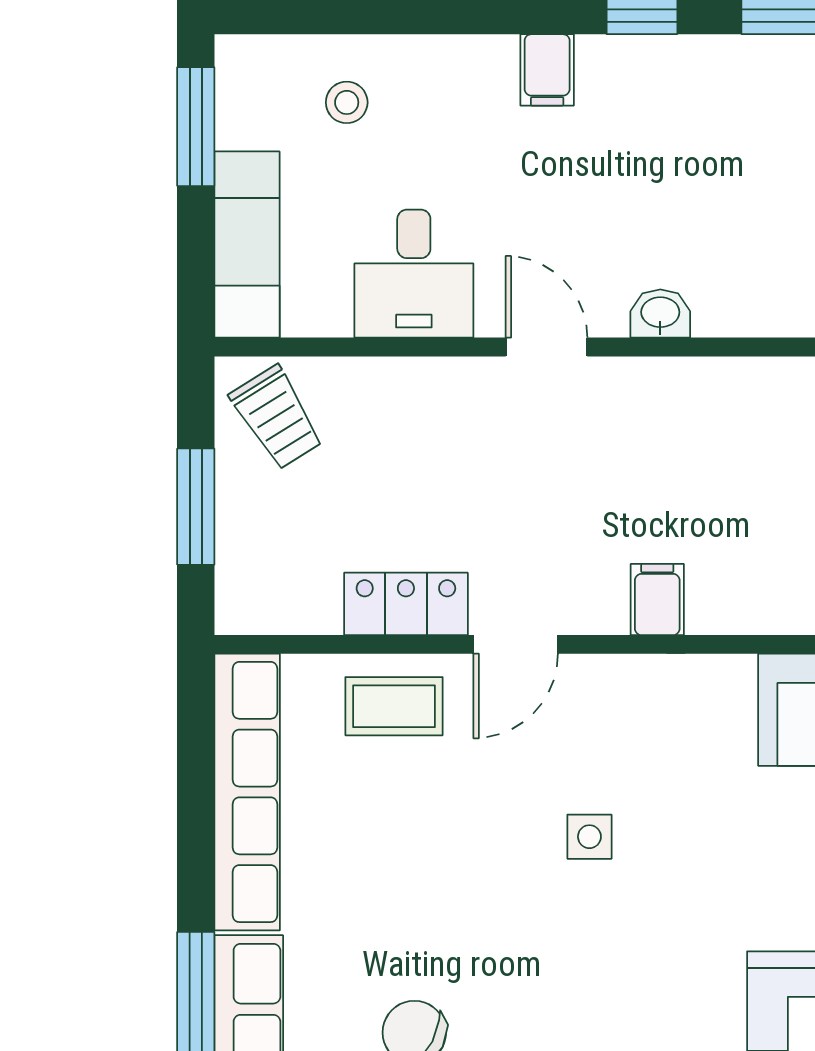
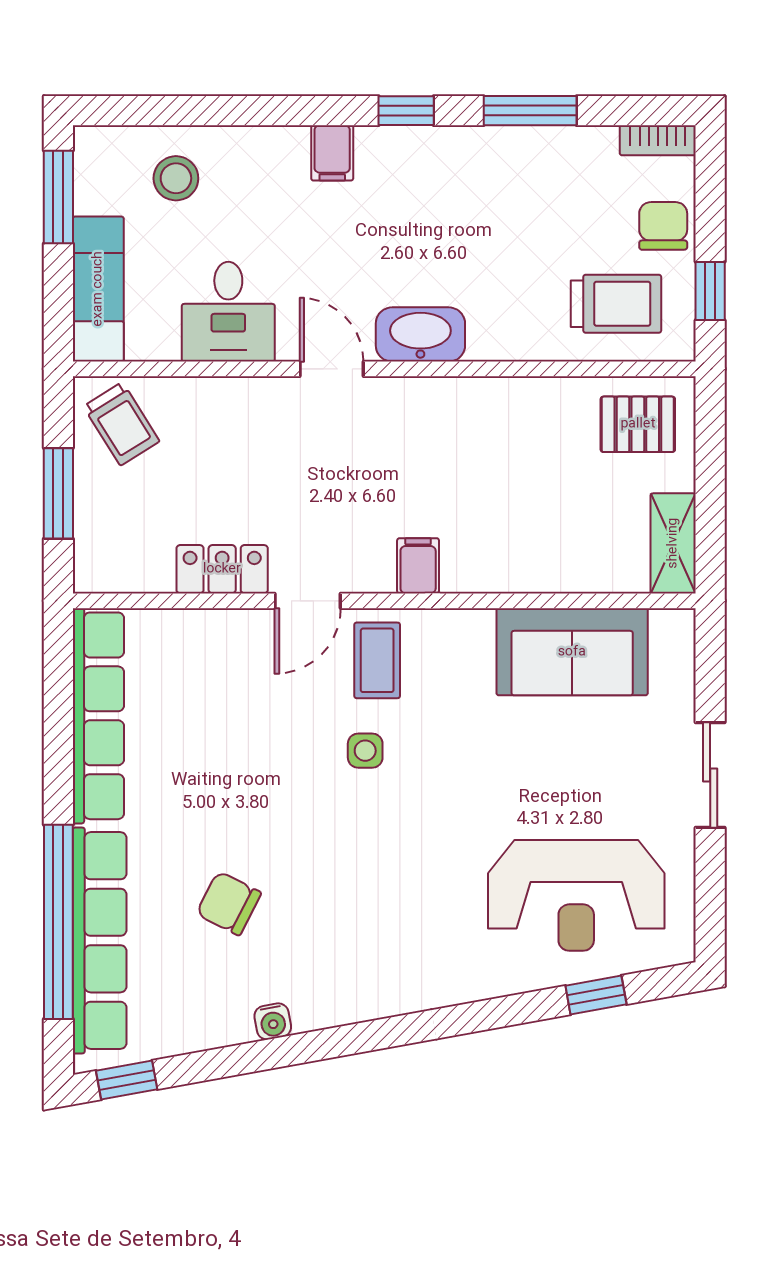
stool: (347, 102) -> (176, 178), width x1.37, depth x1.37
washbasin: (660, 314) -> (420, 334), width x1.91, depth x1.45
coffee table: (394, 706) -> (377, 660), moved, turned 90

